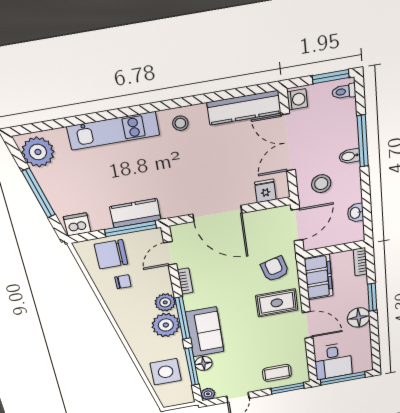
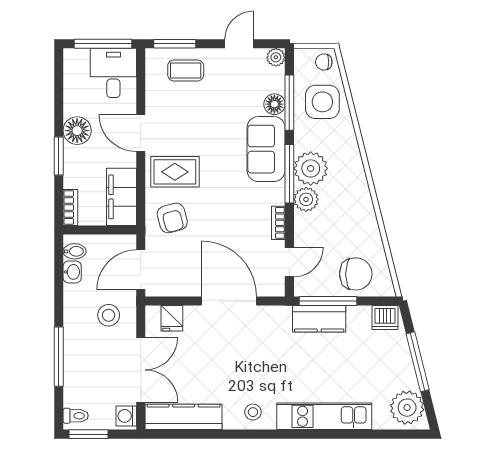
bidet: (349, 156) -> (75, 251), moved
chair: (123, 282) -> (324, 62), moved

